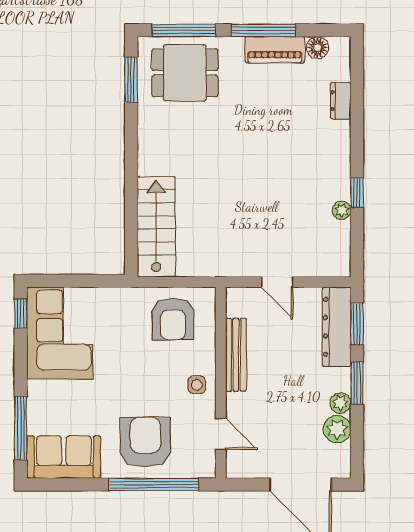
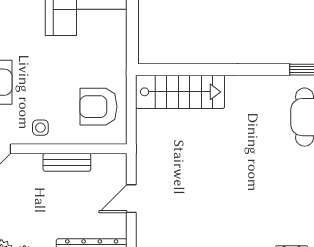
bench: (236, 355) -> (67, 162), width x0.73

